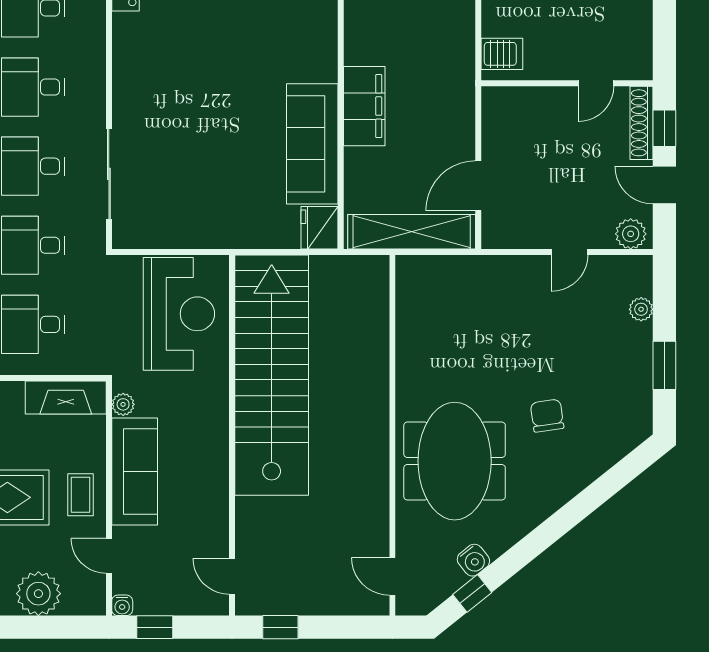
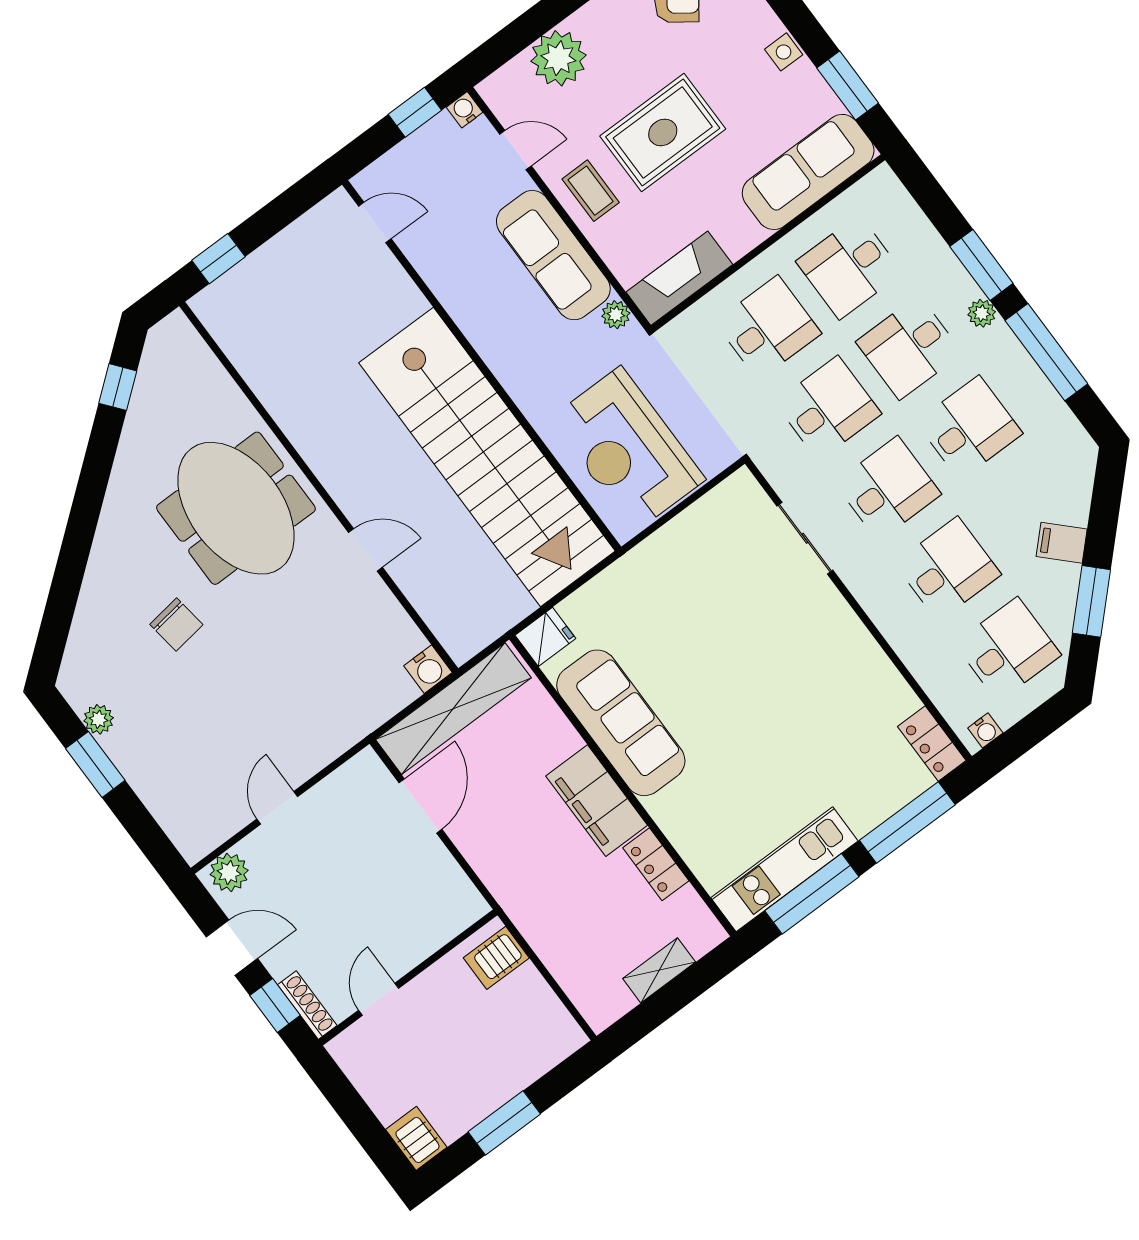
locker: (357, 38) -> (656, 864), added
shoe rack: (642, 123) -> (307, 1005), width x0.74, depth x0.81
sliding door: (109, 174) -> (805, 538), width x0.73
fridge: (320, 228) -> (545, 637), width x0.72
plant: (641, 309) -> (99, 719), moved
water cooler: (473, 560) -> (428, 669), moved, turned -141
door: (392, 576) -> (365, 550), moved
window: (280, 627) -> (218, 259), moved

